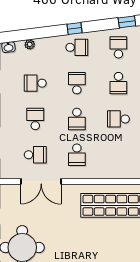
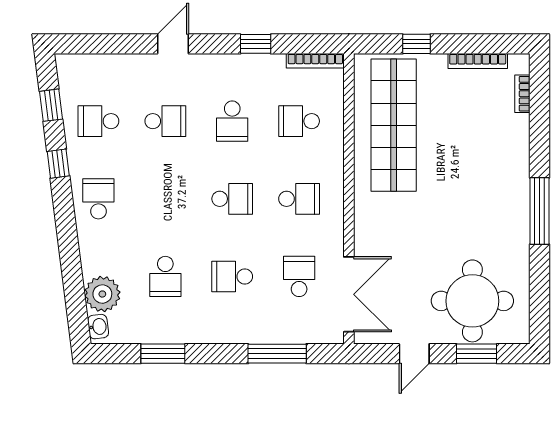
window: (74, 29) -> (58, 164), moved
plant: (30, 44) -> (102, 294), width x1.88, depth x1.88
school desk: (77, 83) -> (299, 121), moved
double door: (41, 181) -> (349, 294), moved

